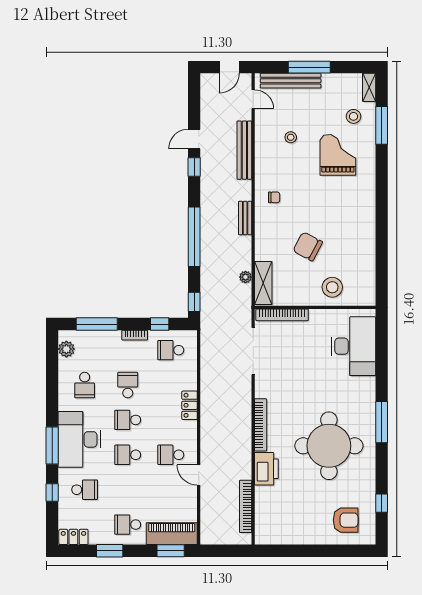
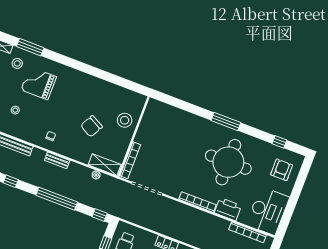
desk: (353, 346) -> (268, 211), moved, turned 90

